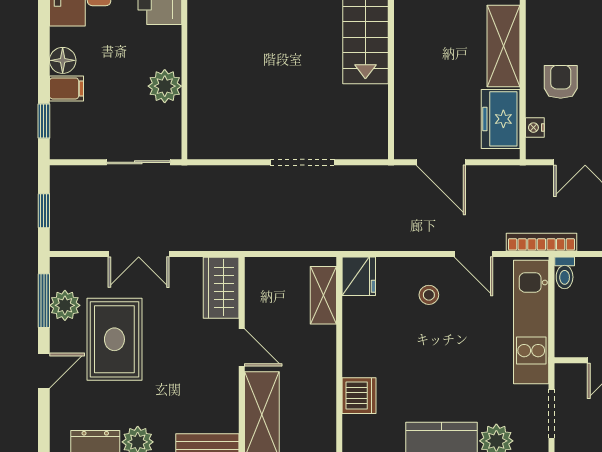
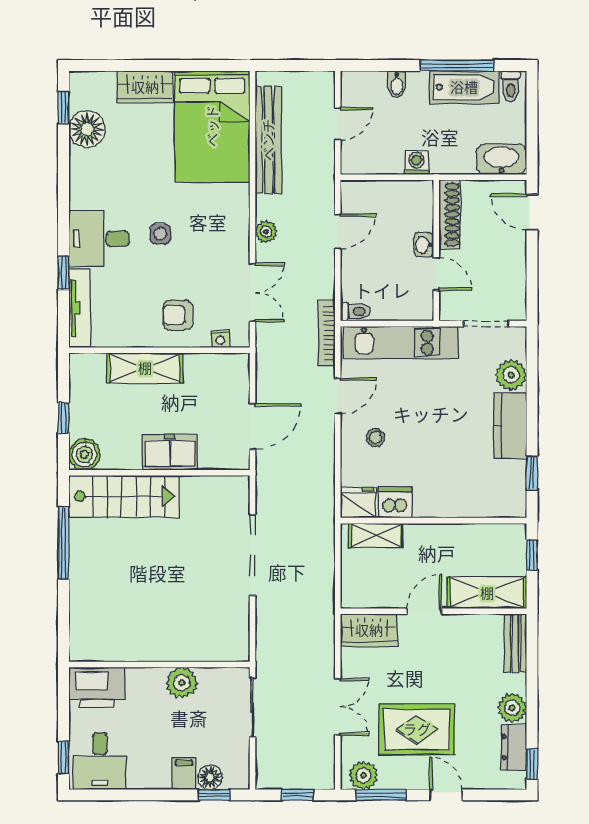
floor lamp: (63, 60) -> (210, 777), moved
freezer: (501, 119) -> (170, 452), moved, turned 180
doorway: (302, 162) -> (252, 555), width x1.36
plant: (65, 305) -> (364, 775), moved
dishwasher: (359, 396) -> (395, 502), moved

